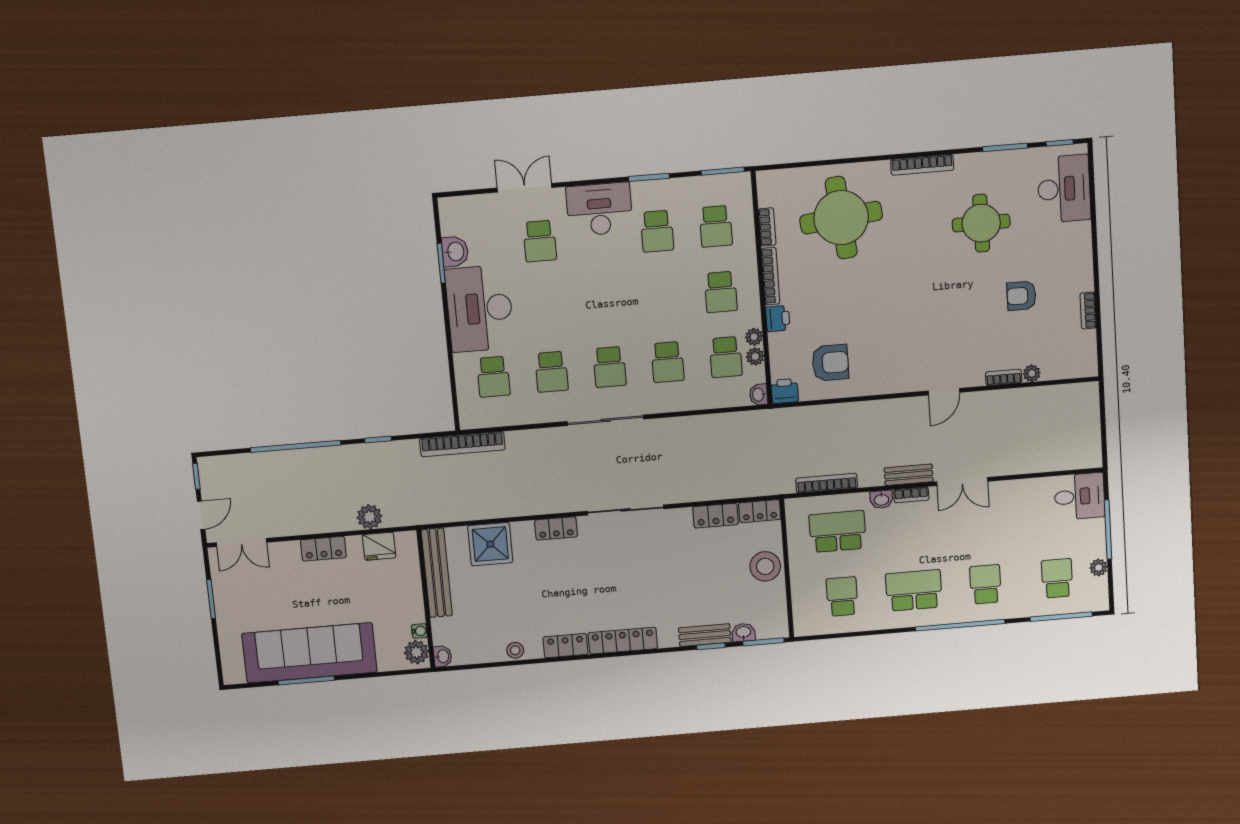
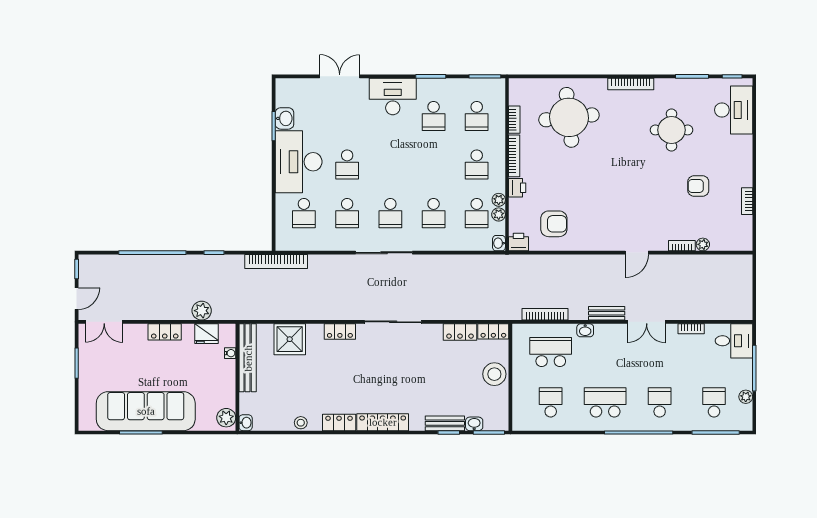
school desk: (540, 241) -> (347, 165), moved
bookcase: (911, 495) -> (691, 329), moved
water cooler: (419, 631) -> (230, 353), moved

